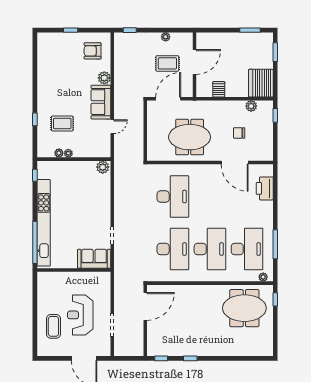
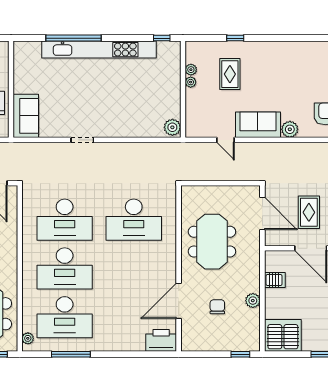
plant: (251, 106) -> (253, 301), moved
printer: (265, 188) -> (161, 340), moved
sofa: (94, 259) -> (26, 116), moved
wall: (74, 270) -> (11, 89), moved

